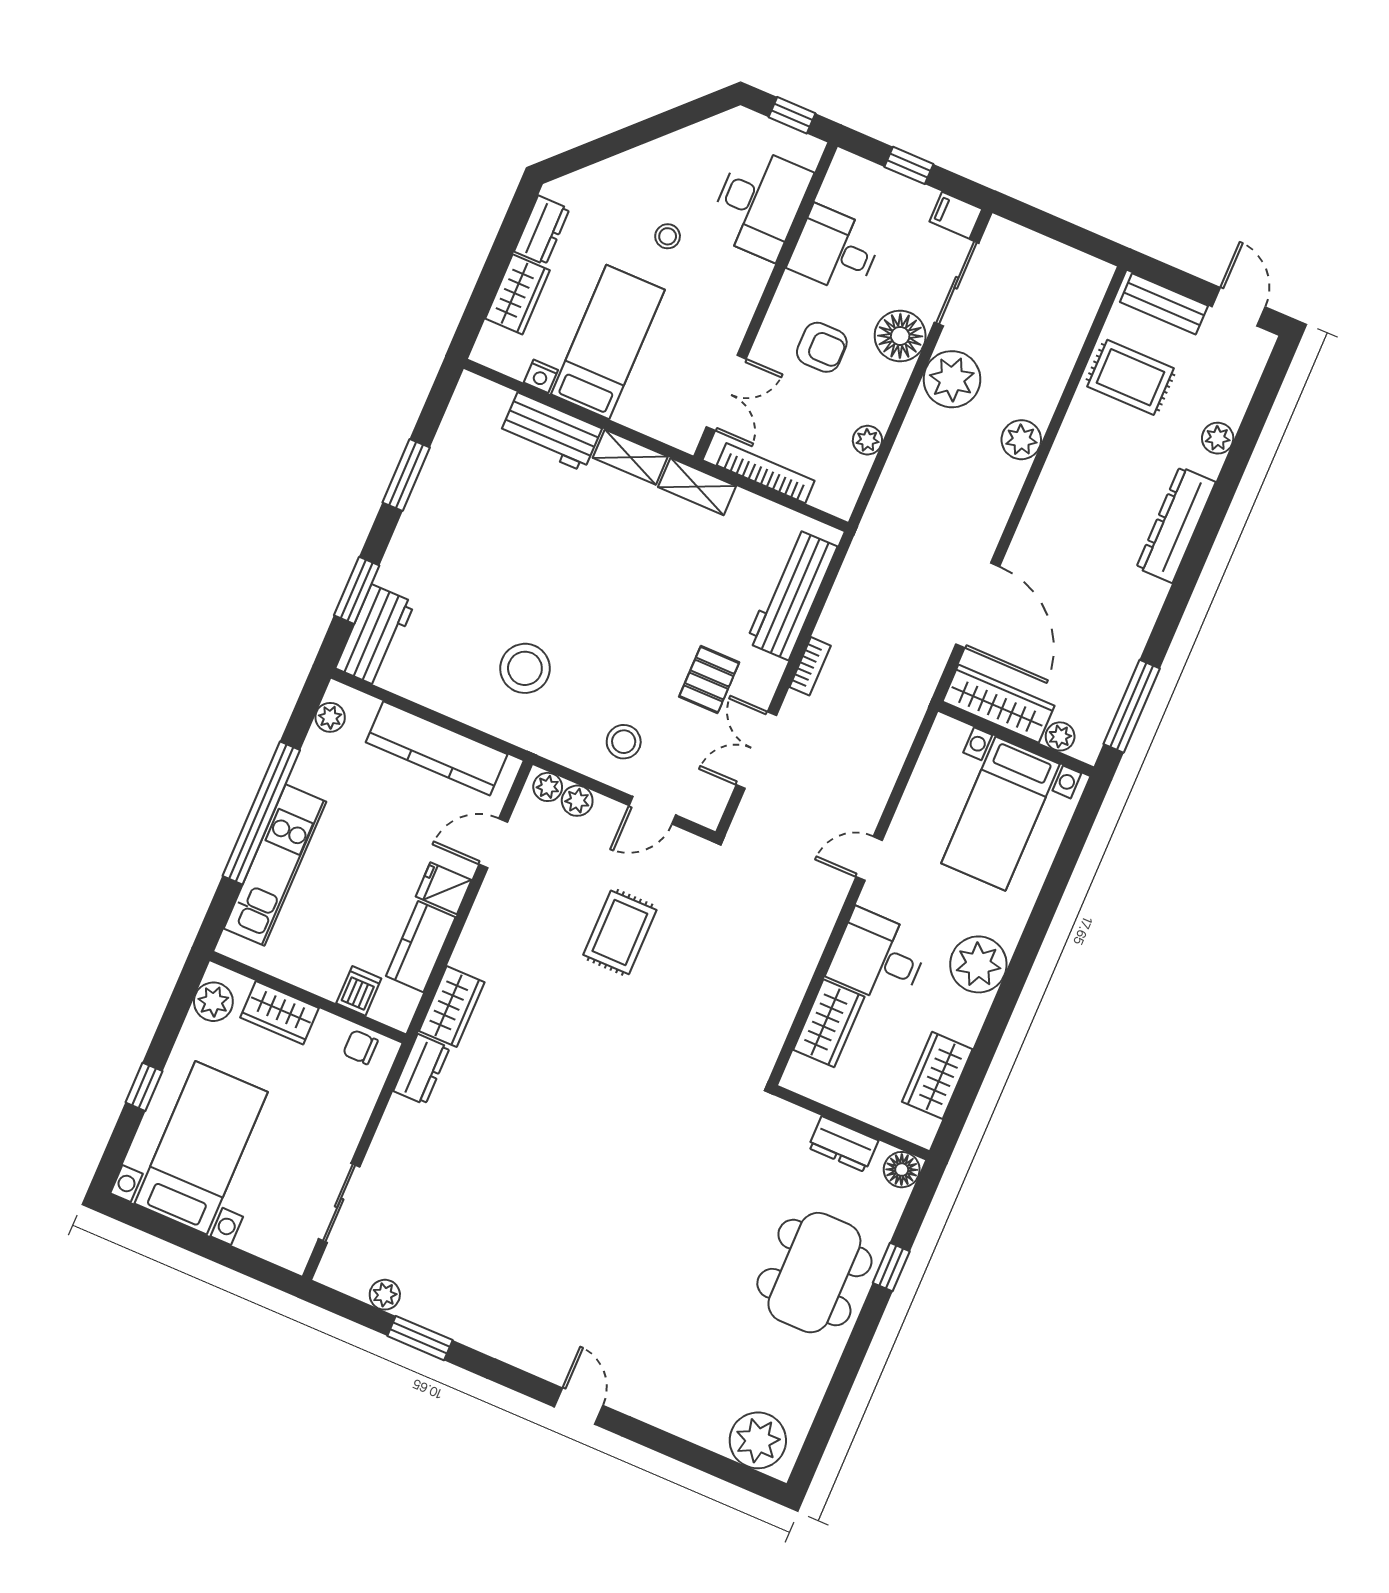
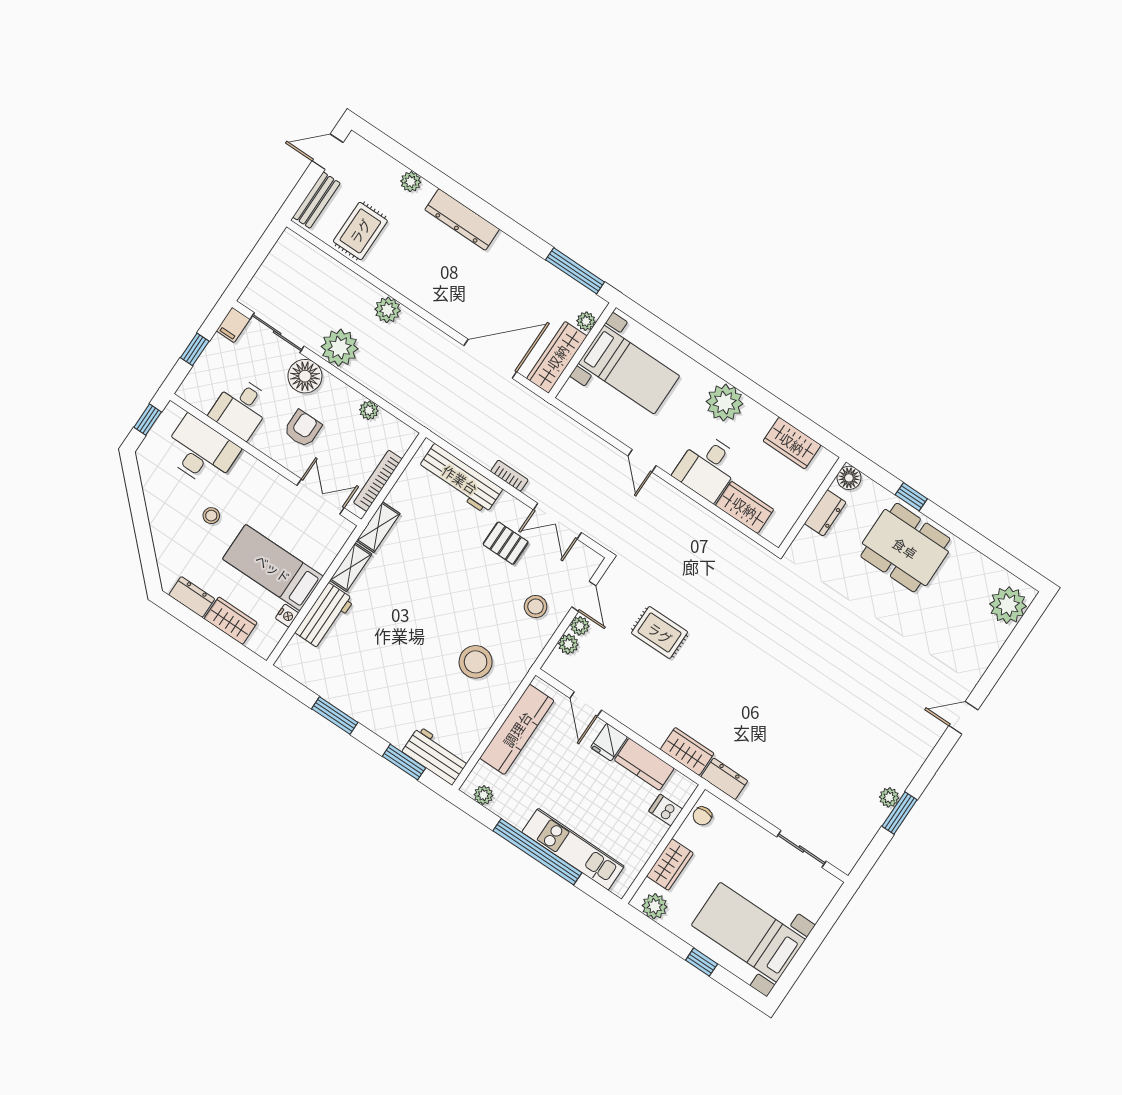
plant: (548, 787) -> (580, 626), moved
plant: (385, 1295) -> (889, 797), moved

